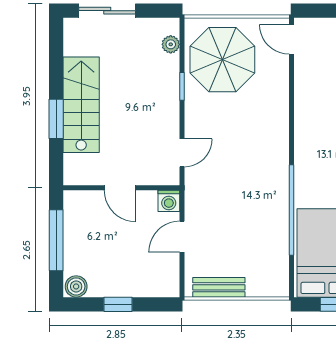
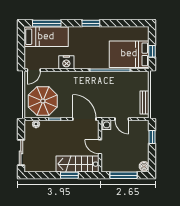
stairs: (81, 105) -> (78, 164), moved
nightstand: (309, 112) -> (66, 62), added
door: (182, 153) -> (84, 119), width x1.87
door: (120, 188) -> (100, 147), swing flipped
window: (118, 304) -> (152, 137), moved

